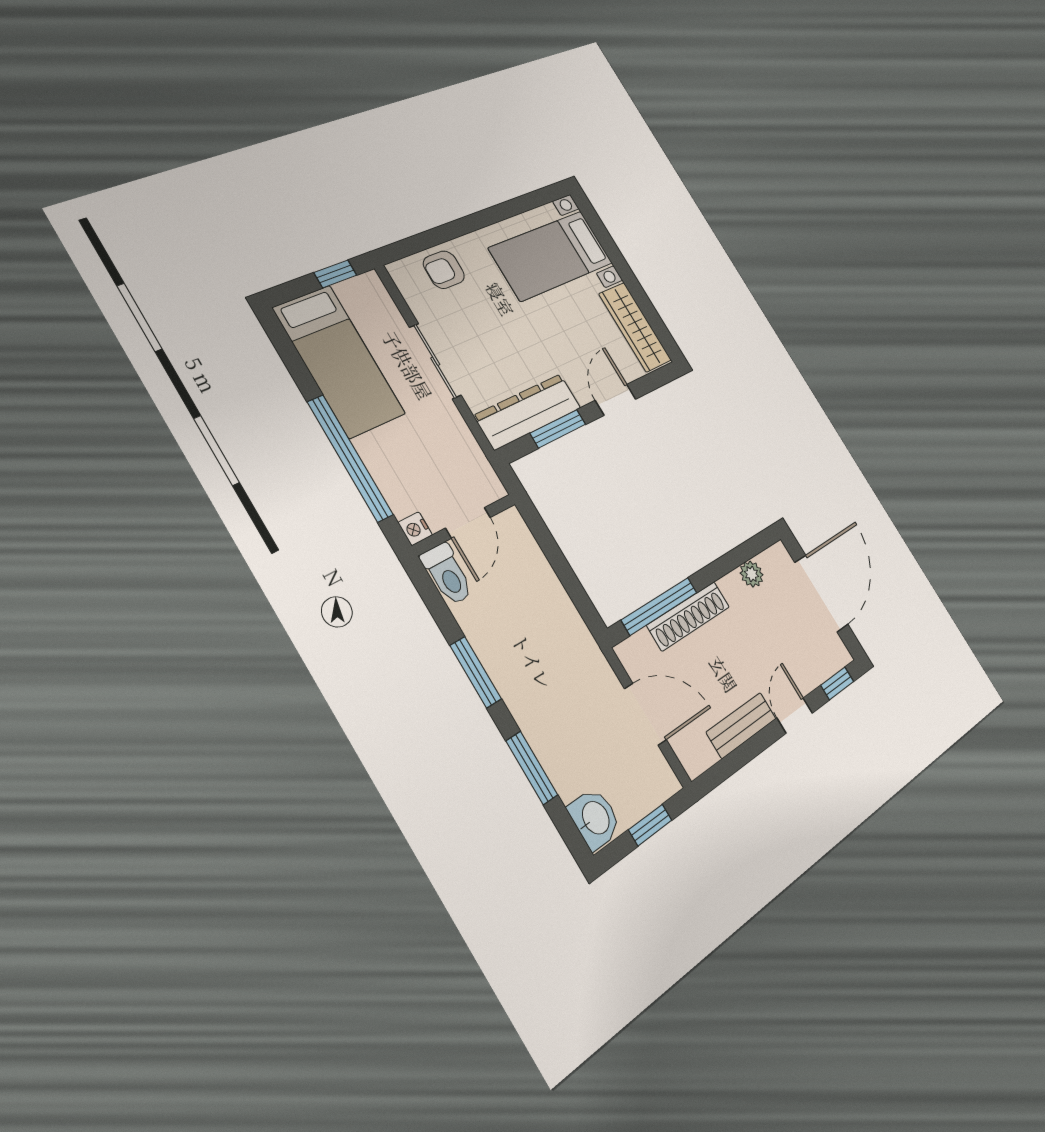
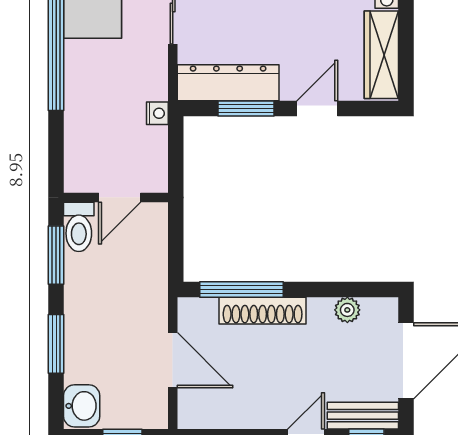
door: (468, 523) -> (120, 197), moved
wall: (465, 525) -> (116, 197), moved
nightstand: (415, 529) -> (157, 113), moved, turned 180
toilet: (447, 574) -> (79, 227), moved
bench: (741, 725) -> (363, 416), moved

